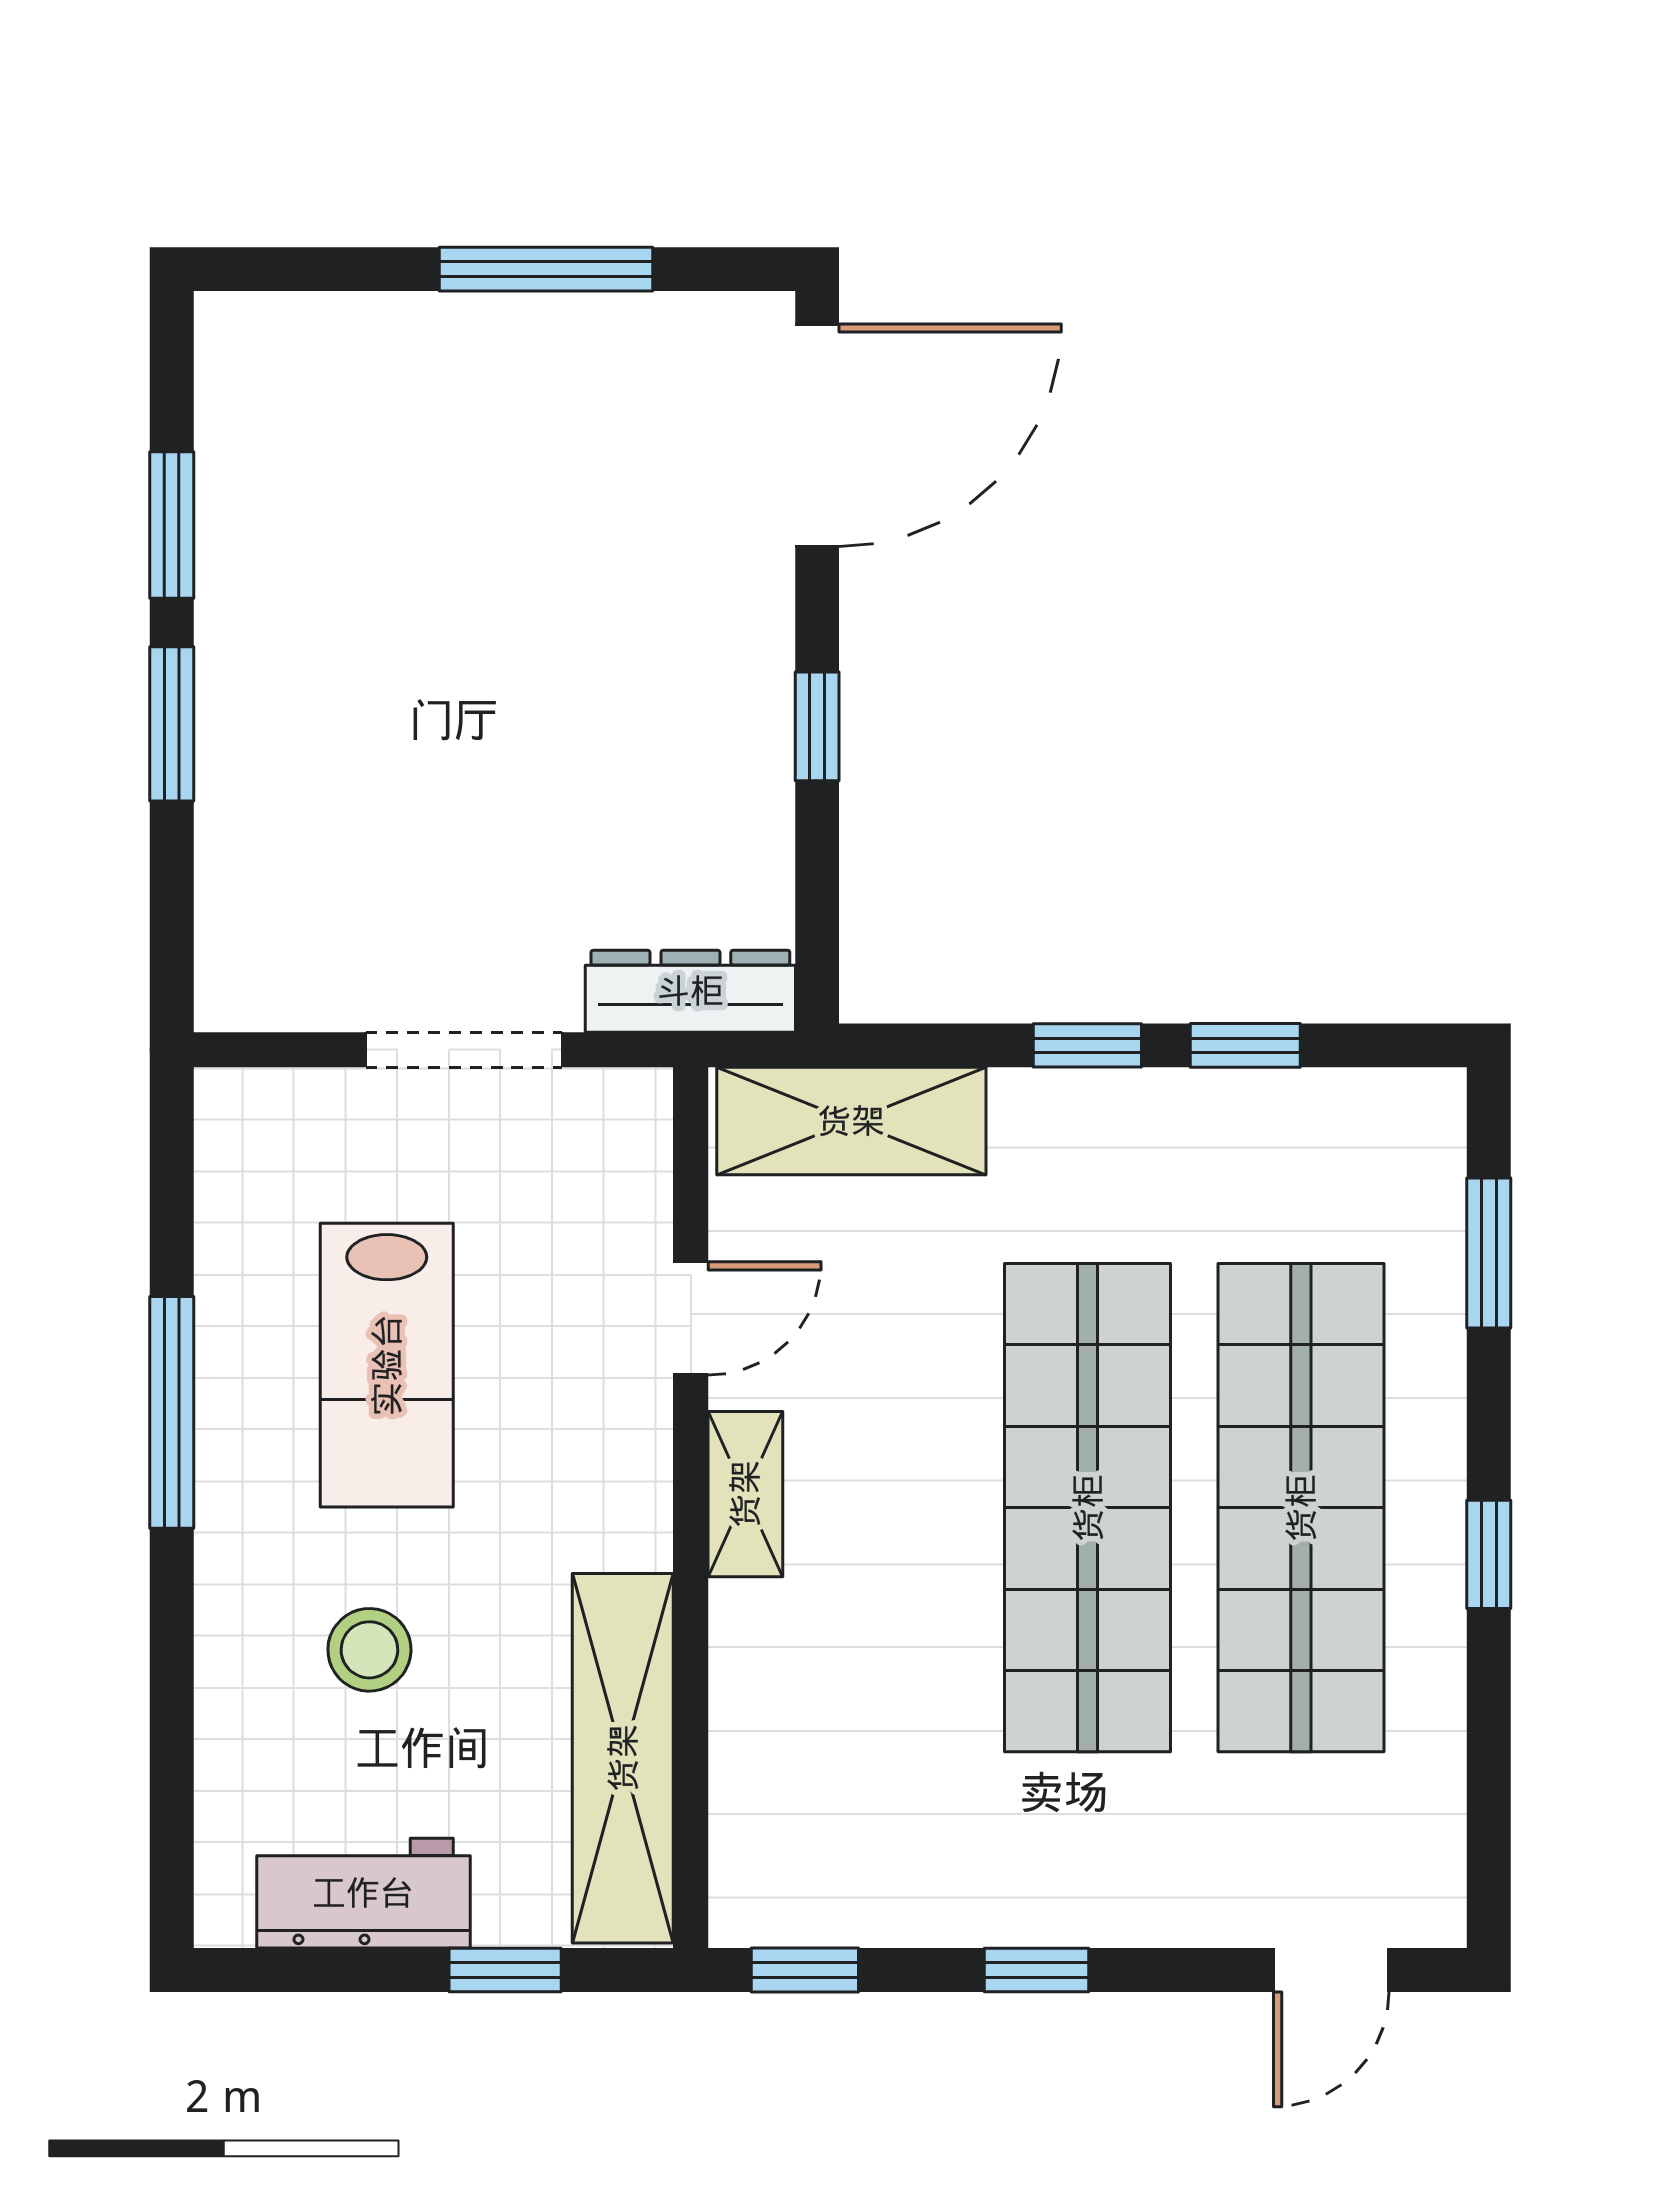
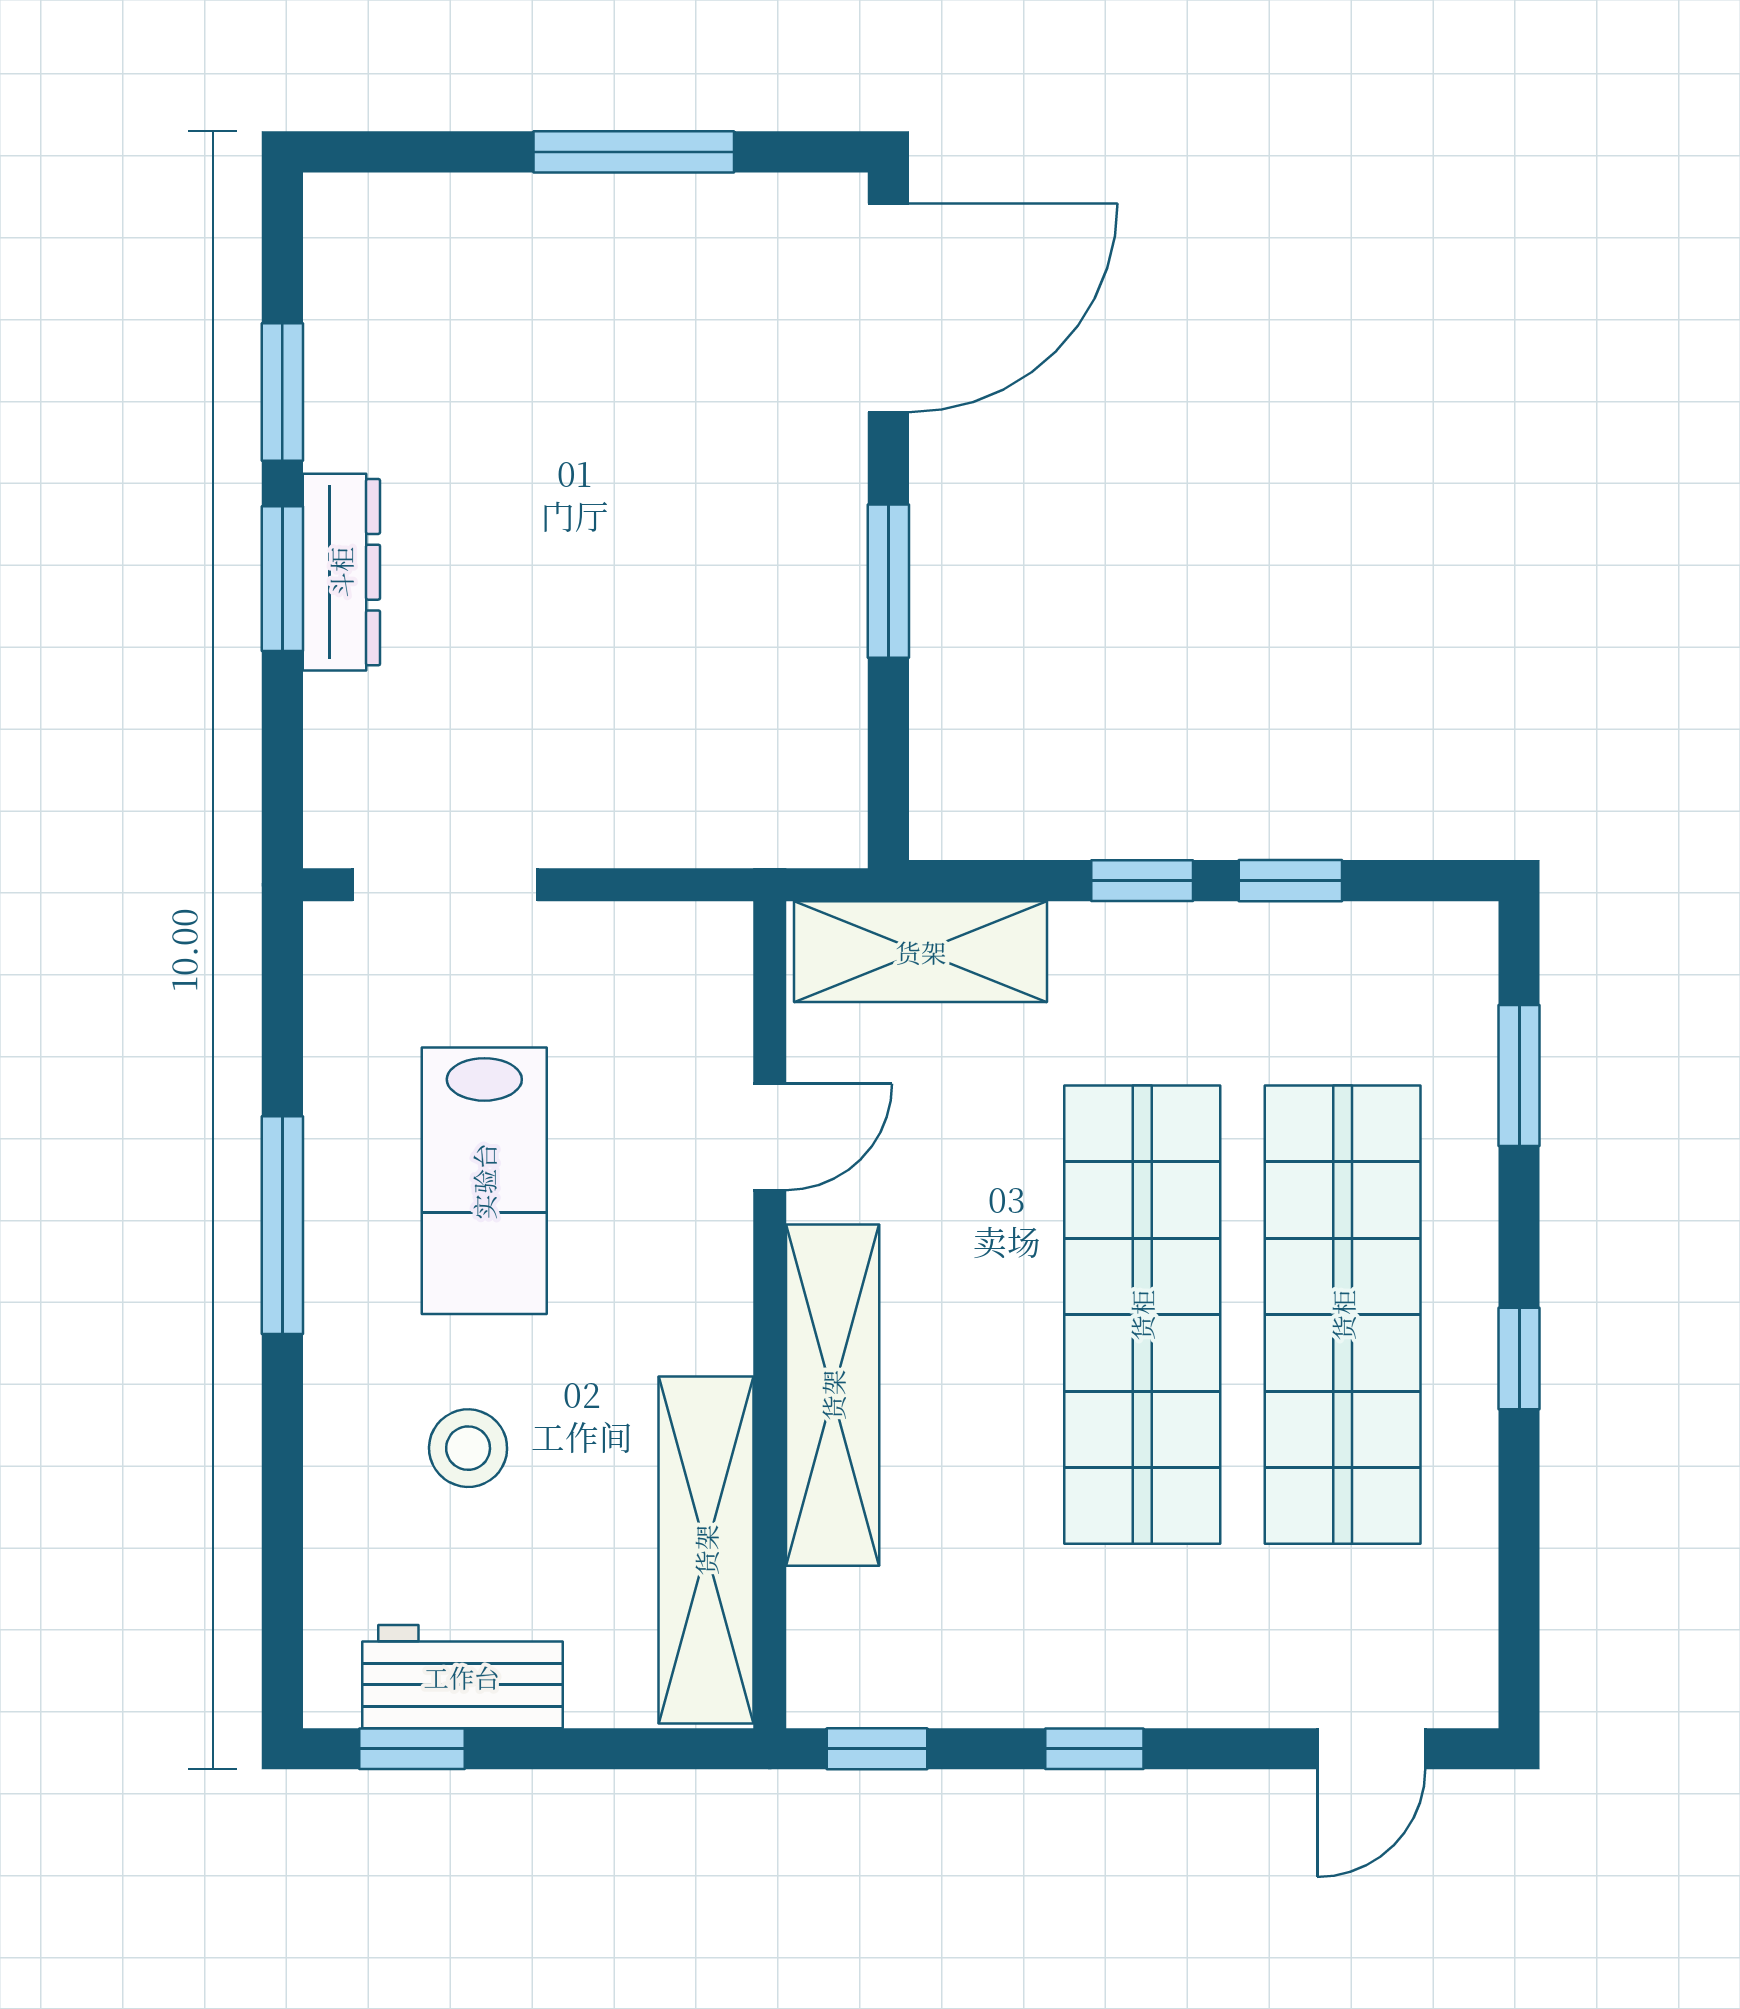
window: (817, 726) -> (888, 581), width x1.50
dresser: (690, 991) -> (341, 572), moved, turned 90
doorway: (464, 1050) -> (445, 885), moved
shelving: (745, 1494) -> (833, 1395), width x2.20, depth x1.33
window: (505, 1970) -> (412, 1749), moved

